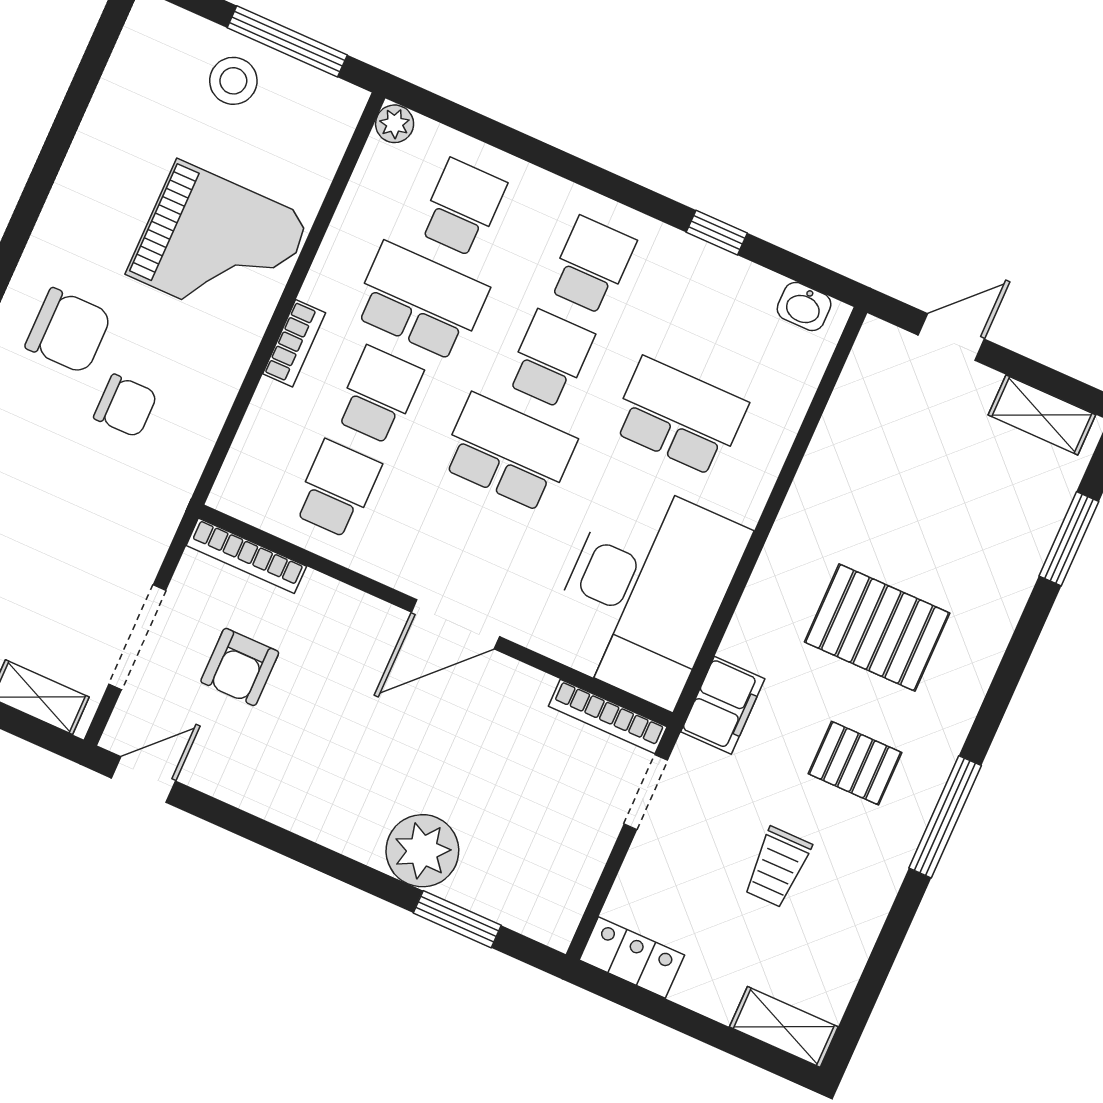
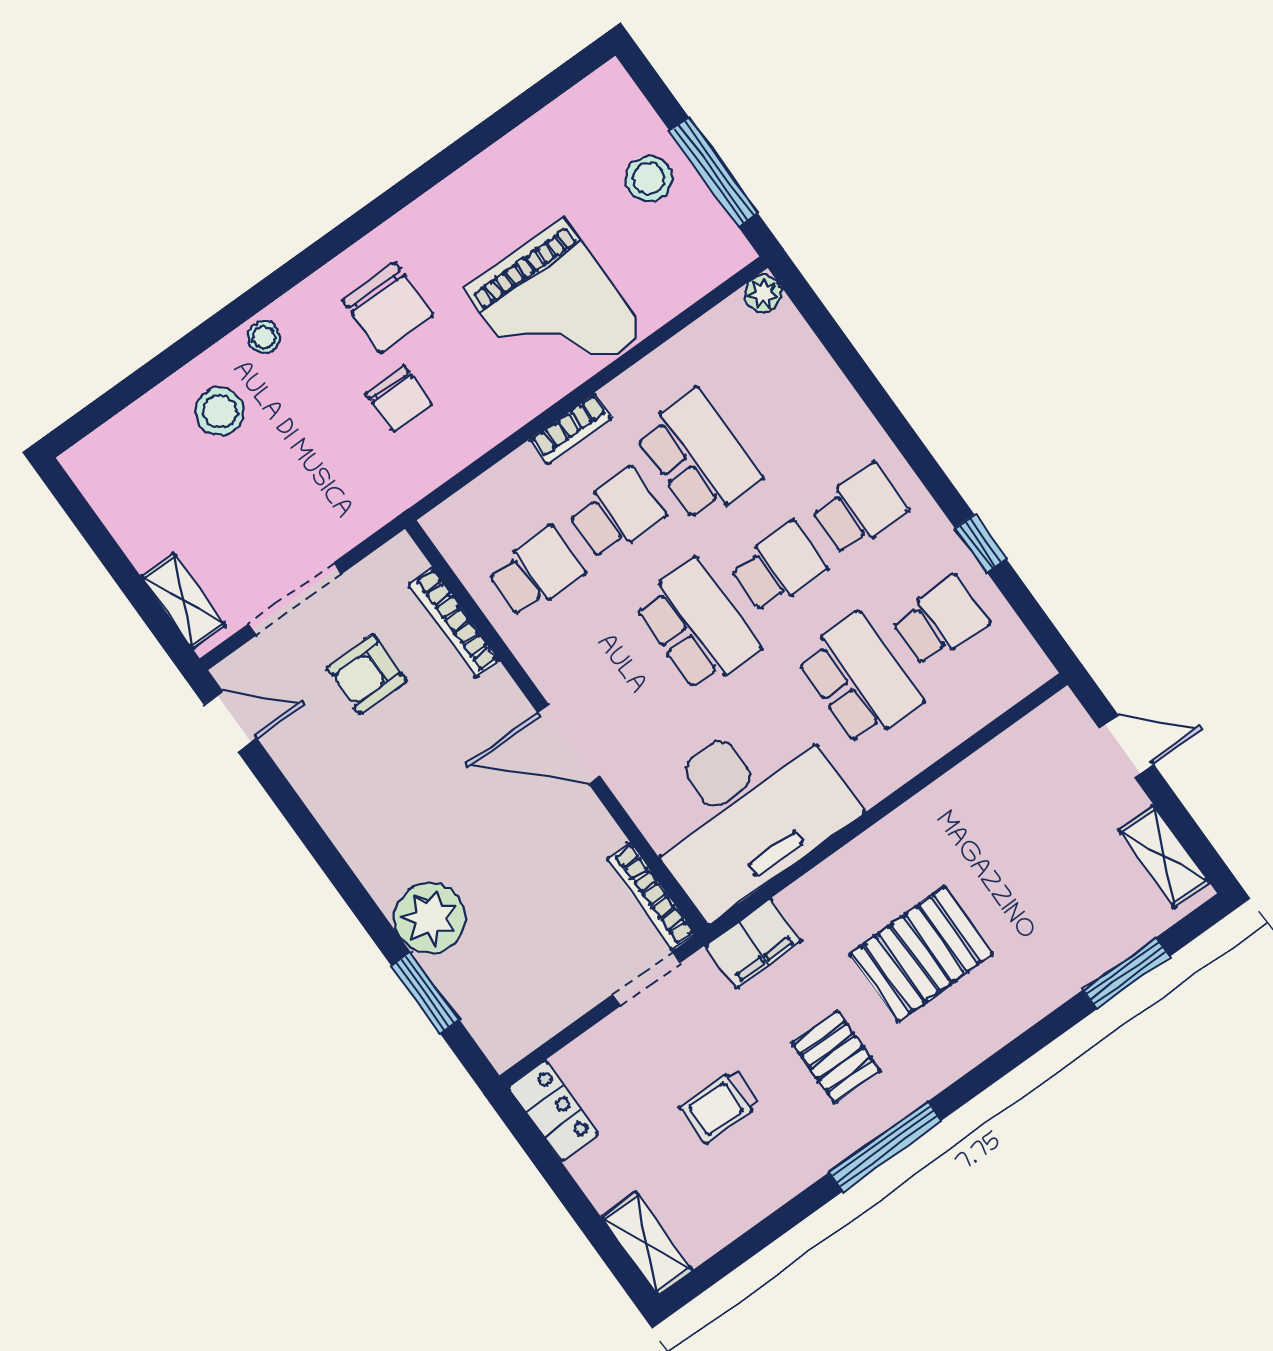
school desk: (462, 208) -> (940, 621), moved
washbasin: (804, 306) -> (1018, 648), removed
bookcase: (246, 556) -> (454, 622), moved
pallet: (877, 628) -> (921, 954), turned 90

